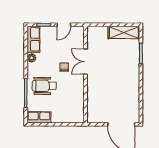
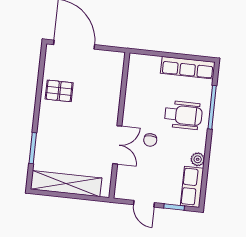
door: (64, 25) -> (144, 204), swing flipped
shelving: (124, 32) -> (66, 184), width x1.47
pallet: (128, 93) -> (59, 91), added
row of seats: (39, 117) -> (188, 68), width x1.48

